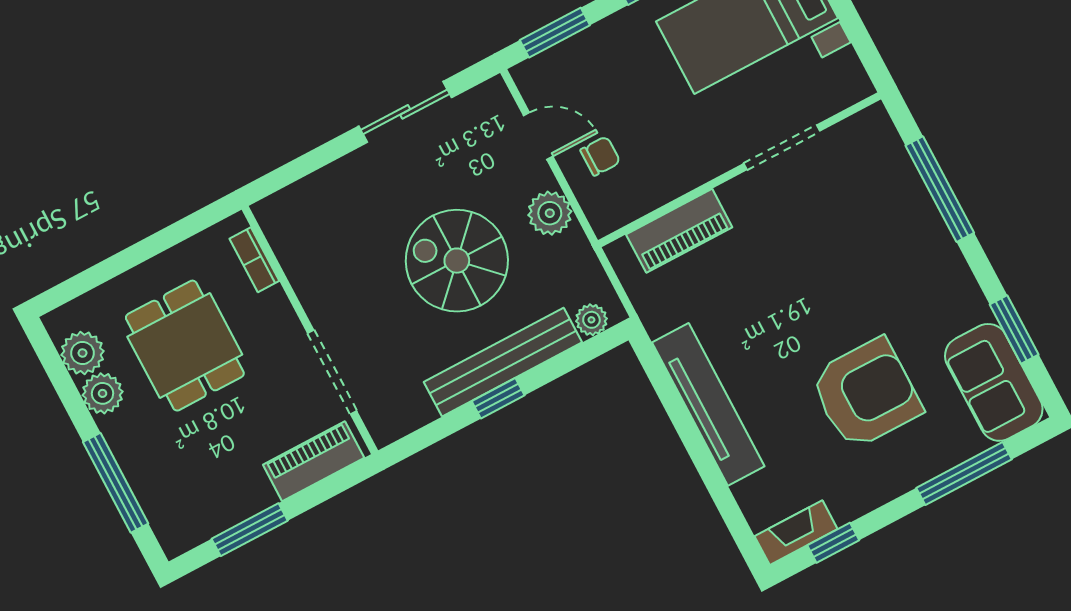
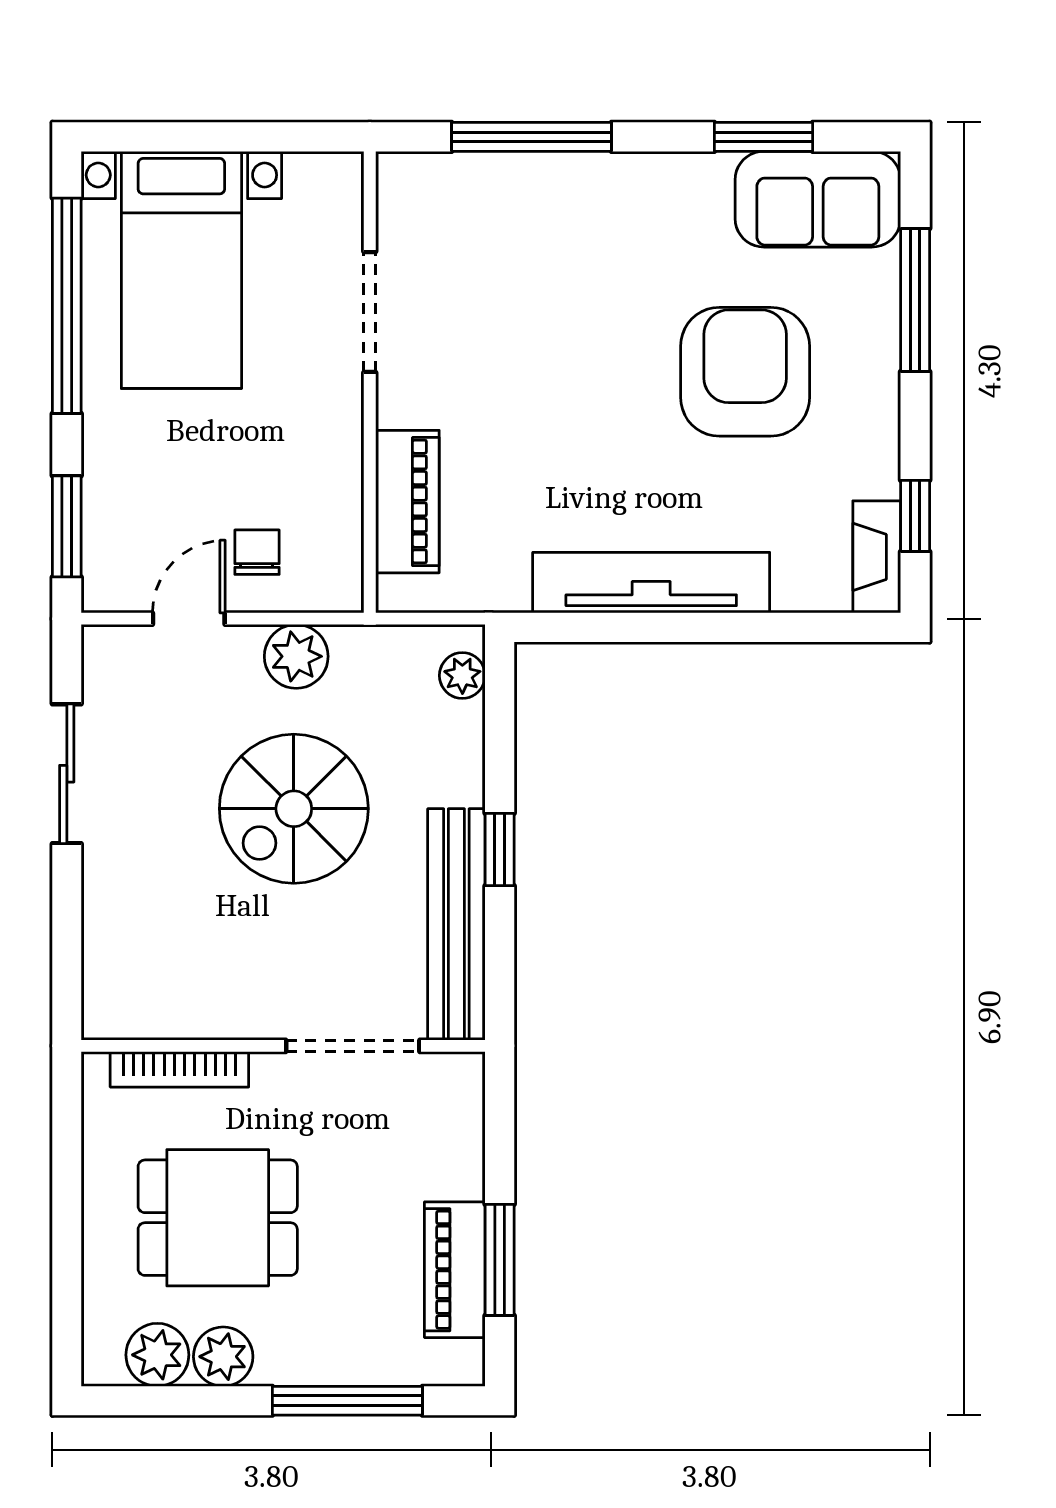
bookcase: (254, 260) -> (179, 1069), width x1.56
bench: (503, 362) -> (456, 924), moved
piano: (314, 461) -> (455, 1270), moved

